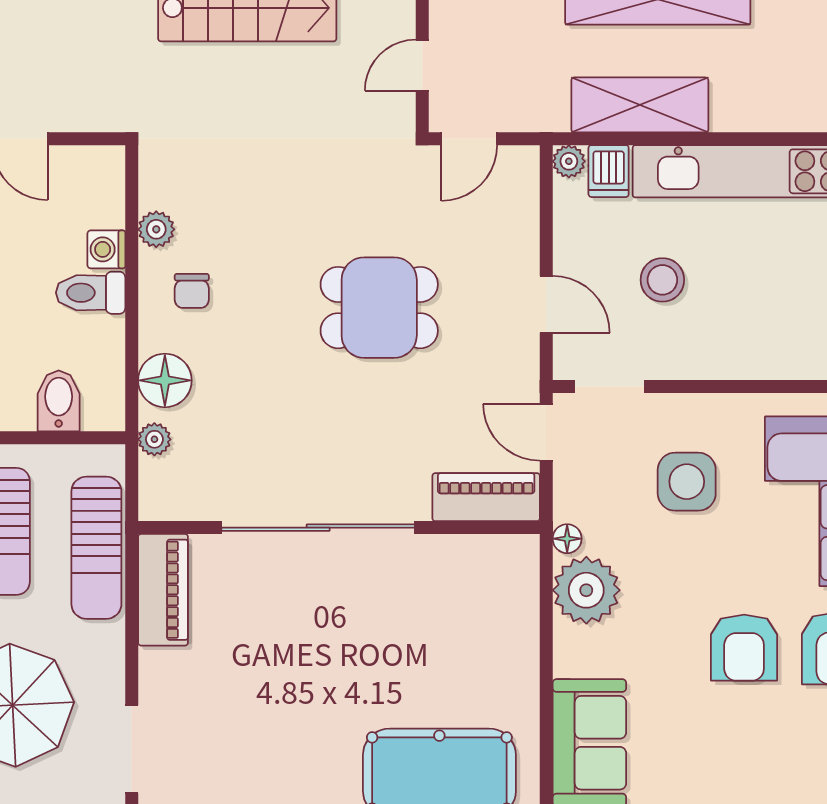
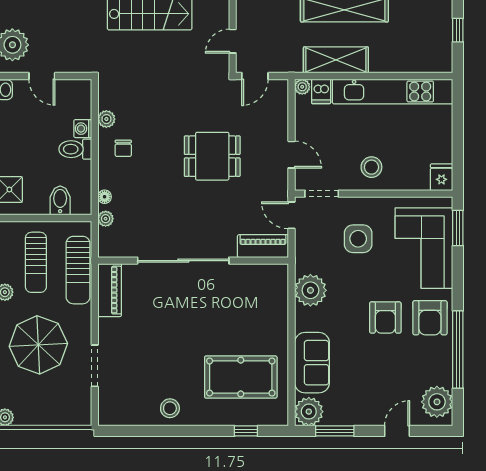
stool: (662, 280) -> (371, 167), moved
floor lamp: (165, 380) -> (105, 197), width x0.53, depth x0.53
floor lamp: (567, 539) -> (301, 266), removed

